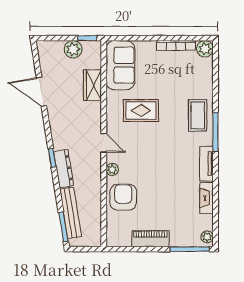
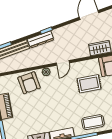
rug: (141, 111) -> (89, 84), turned 90
armchair: (123, 197) -> (29, 83), turned 81

